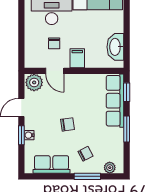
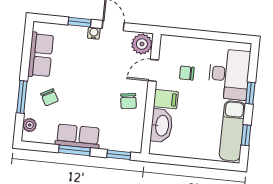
washbasin: (115, 47) -> (162, 126), moved, turned 90
row of seats: (115, 101) -> (78, 136), moved, width x0.68
chair: (67, 124) -> (128, 101), moved
water cooler: (29, 135) -> (94, 33), moved

